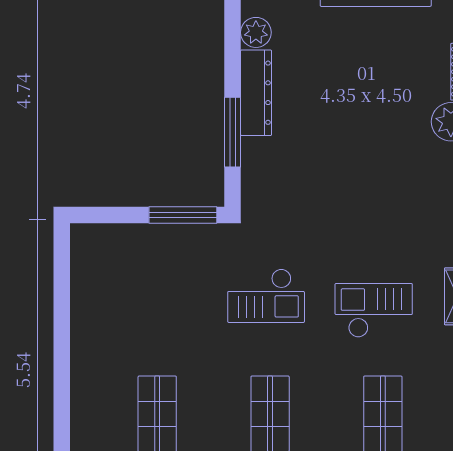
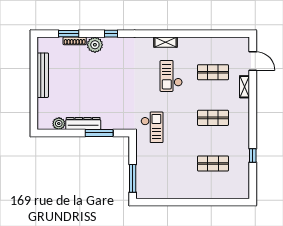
window: (183, 215) -> (133, 178), moved
checkout: (266, 296) -> (152, 127), moved

